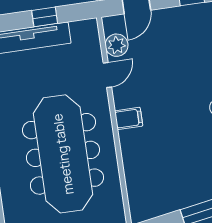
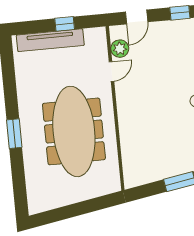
filing cabinet: (129, 118) -> (127, 106), removed

